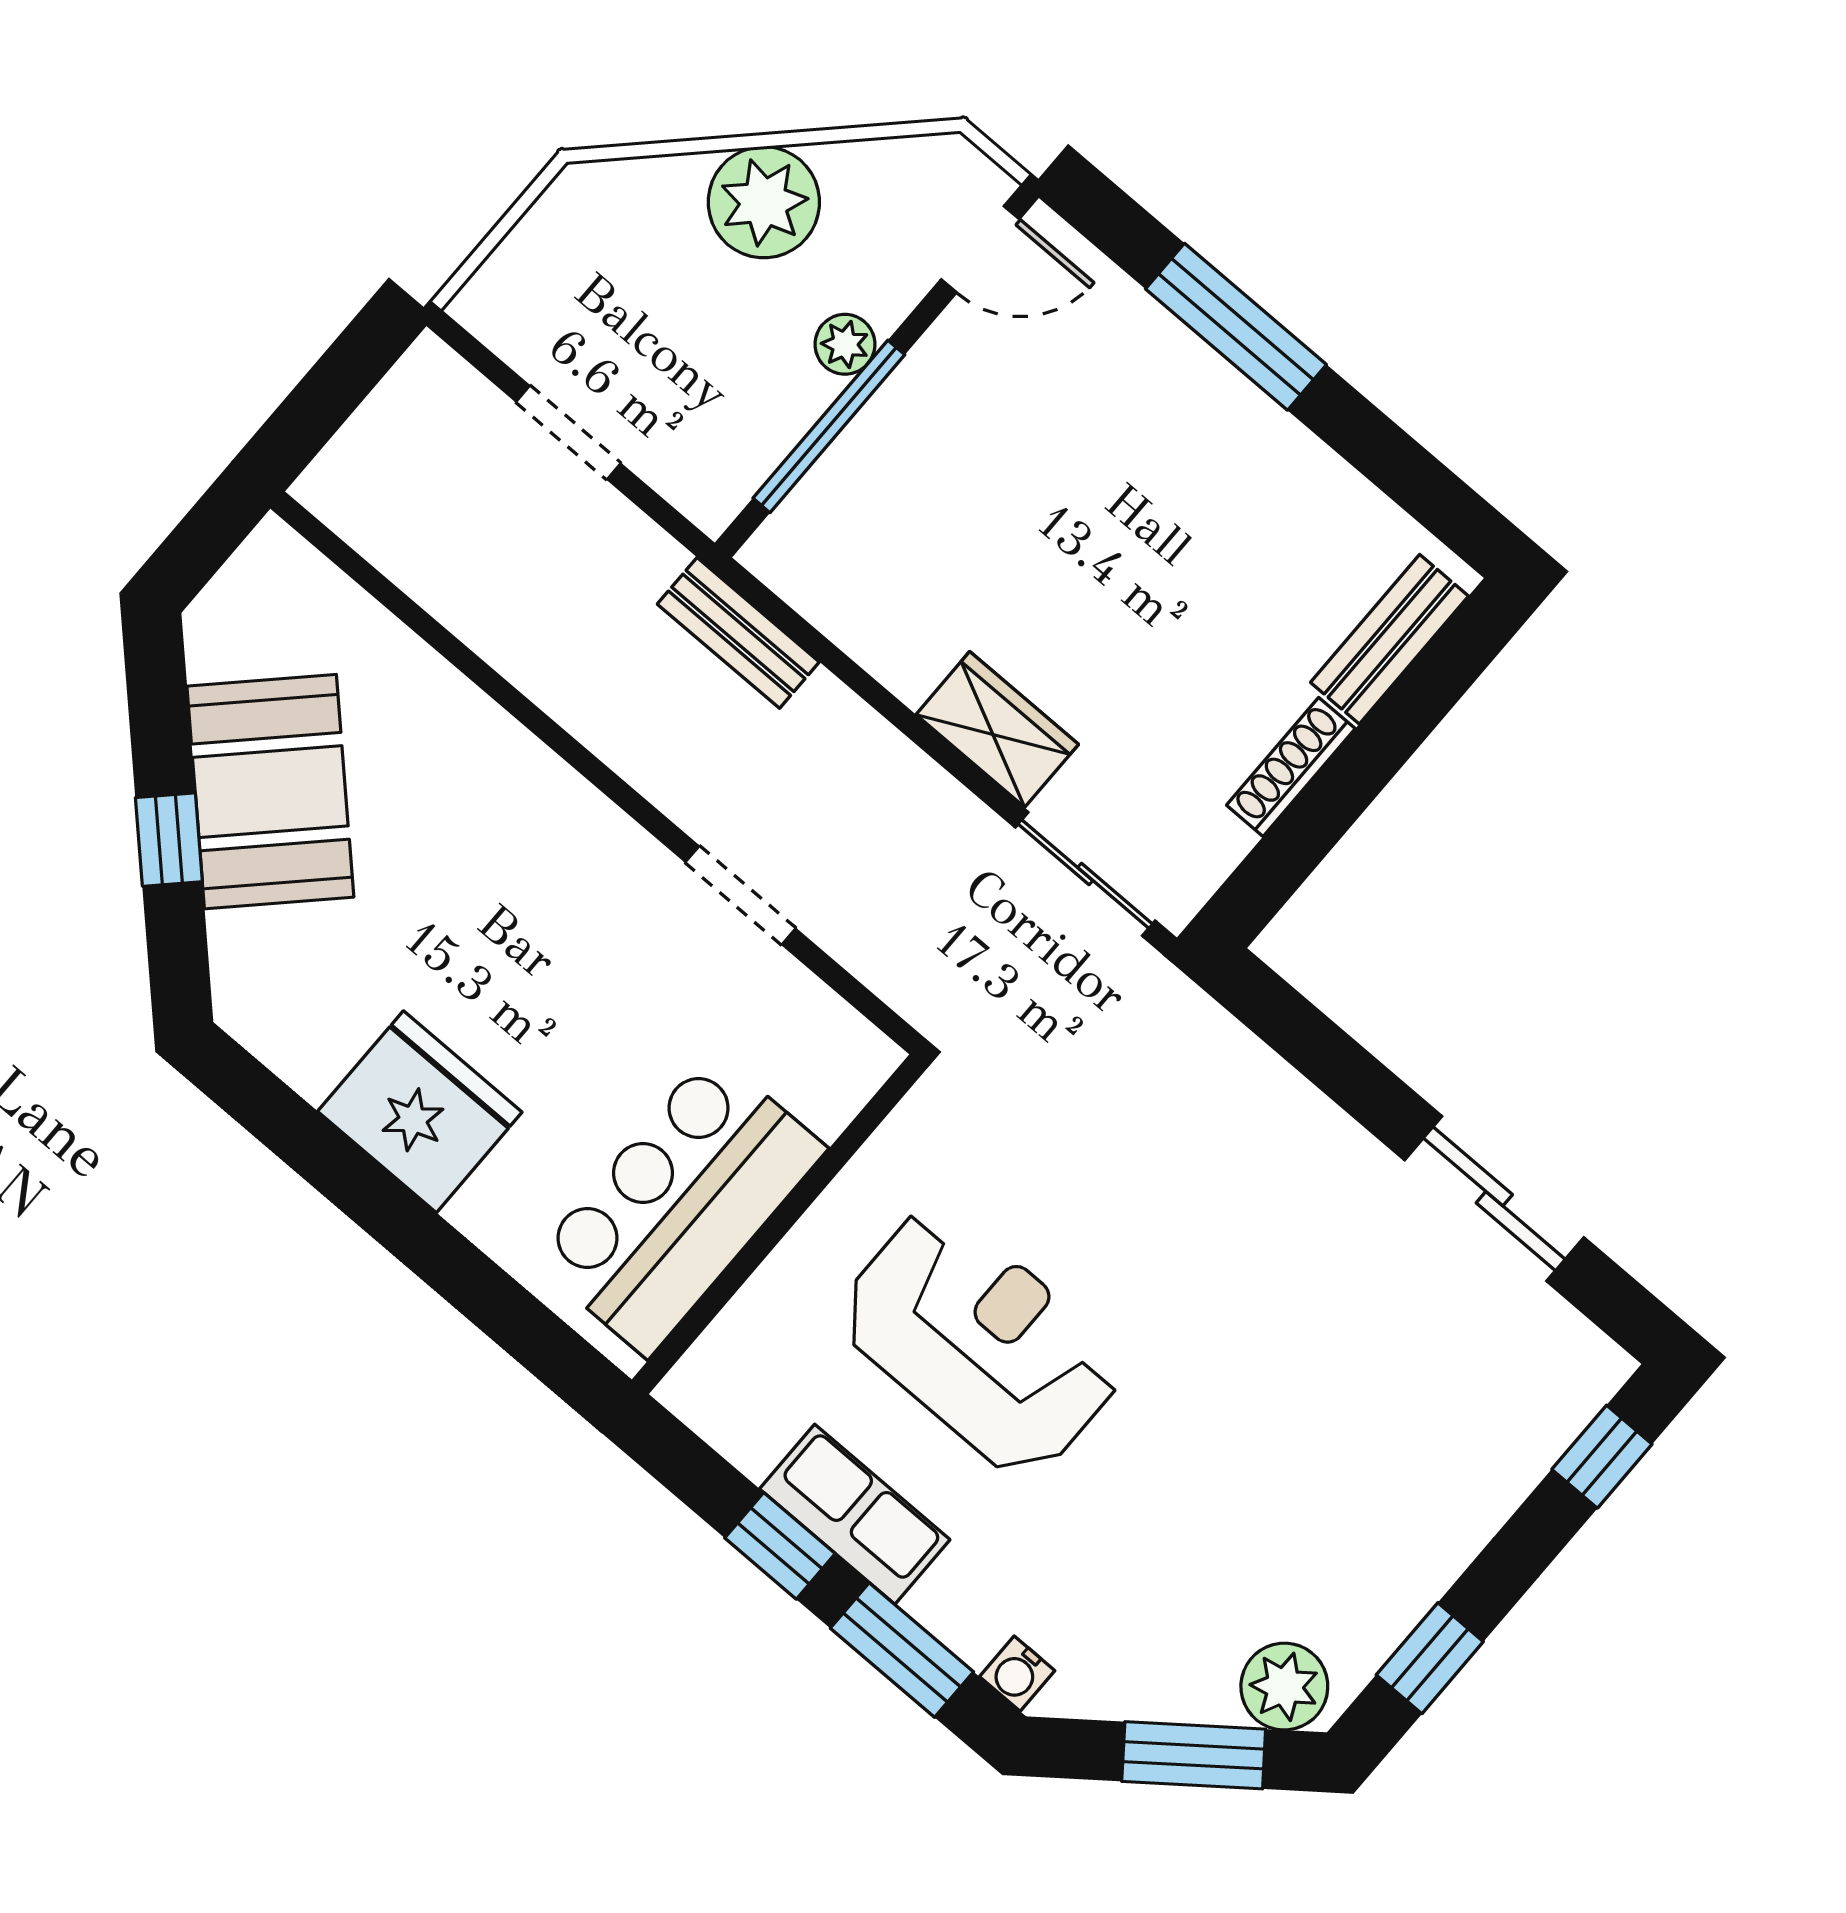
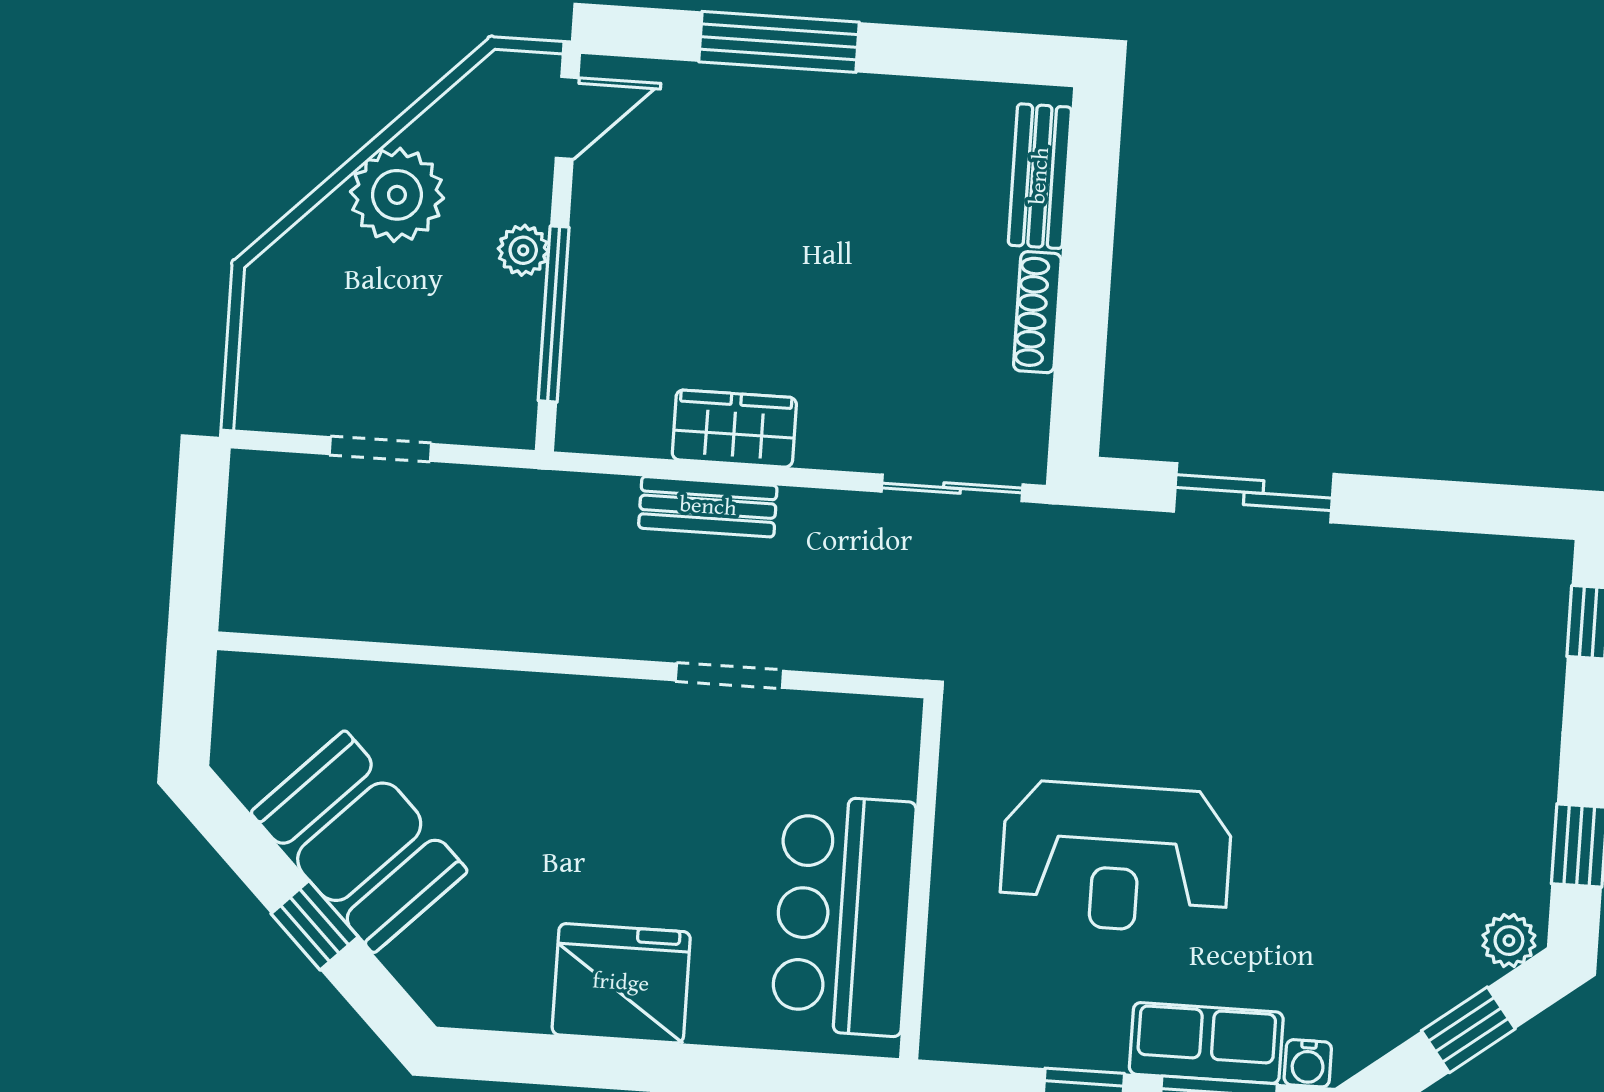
bench: (738, 633) -> (708, 507), moved
wardrobe: (997, 729) -> (734, 429), moved
sliding door: (1494, 1199) -> (1254, 493), moved
reception desk: (980, 1342) -> (1116, 857), turned 180
row of seats: (855, 1514) -> (1206, 1043), moved
plant: (1284, 1687) -> (1509, 941), width x0.73, depth x0.73
window: (1194, 1755) -> (1468, 1030), width x0.67

